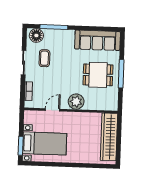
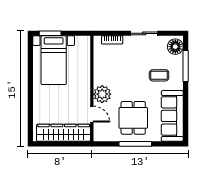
coffee table: (44, 58) -> (159, 75), moved
door: (53, 110) -> (92, 114), moved

